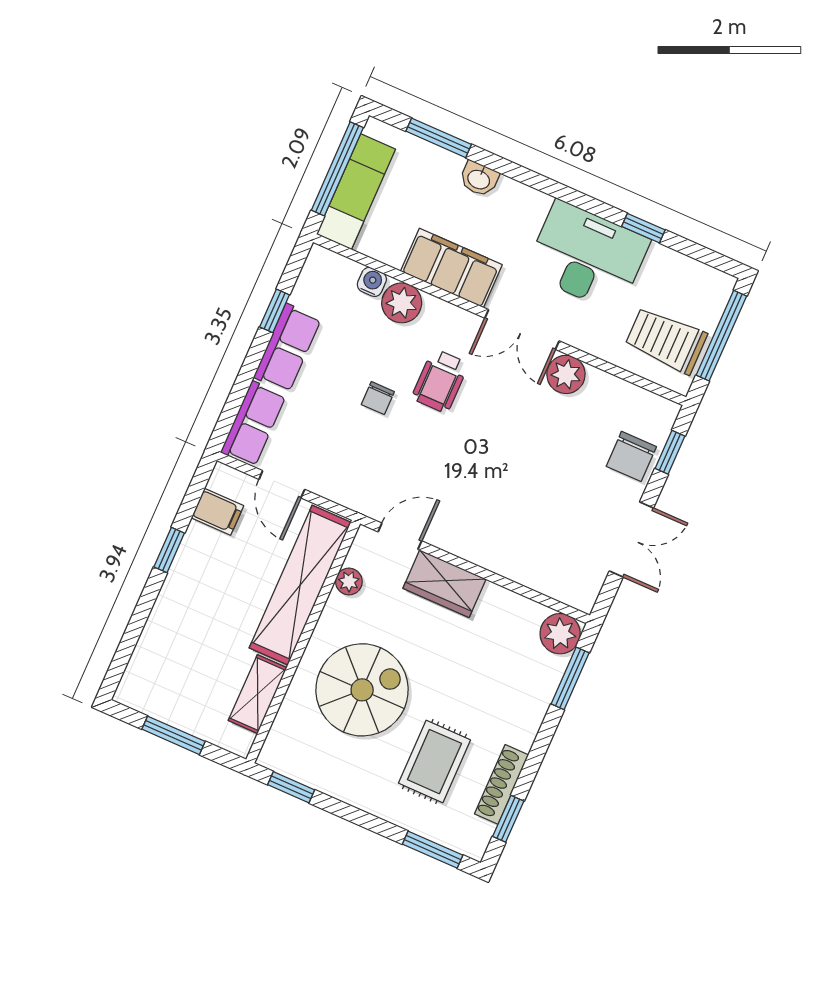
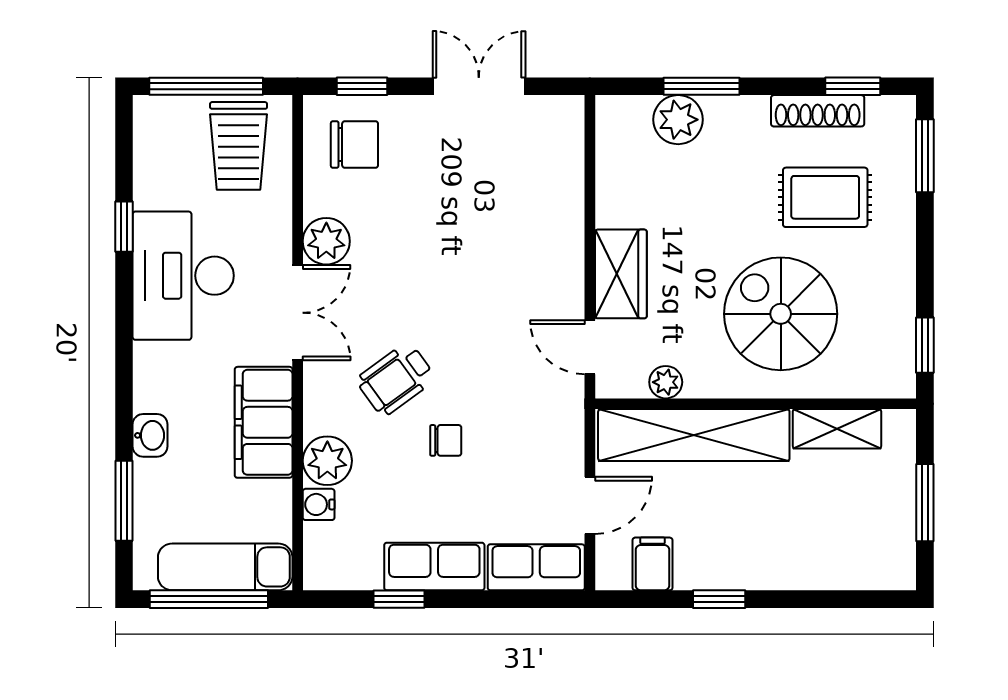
wheelchair: (440, 381) -> (396, 379), turned 144
chair: (631, 456) -> (354, 144), moved
plant: (560, 634) -> (678, 120), moved
window: (570, 678) -> (702, 86), moved

